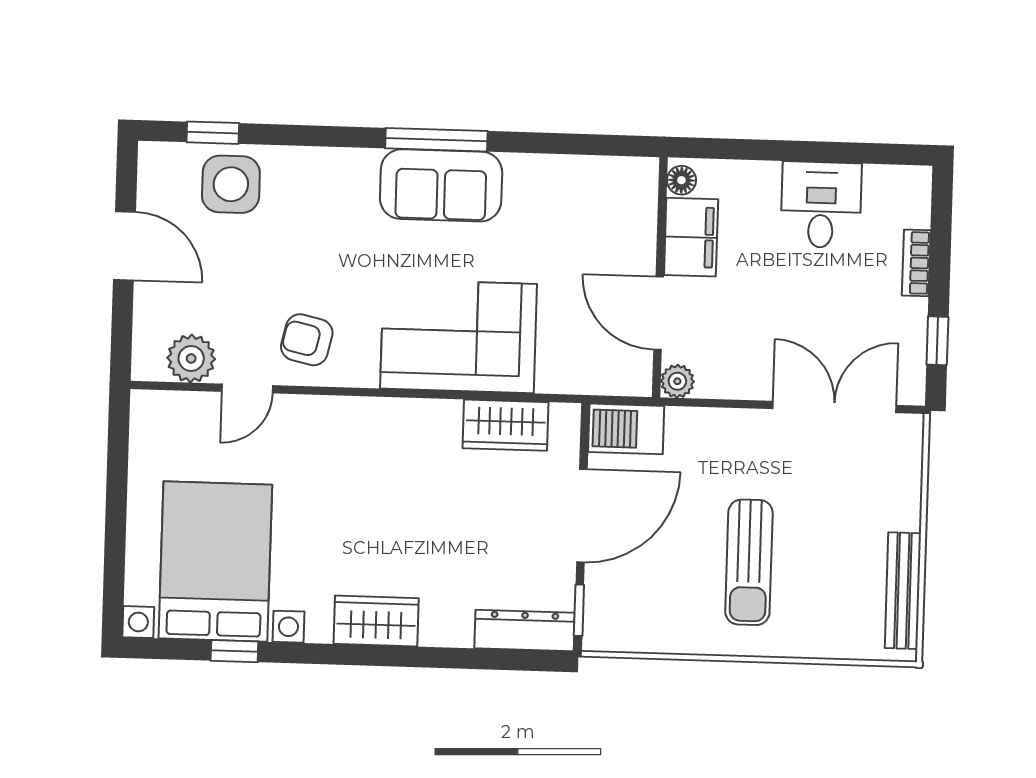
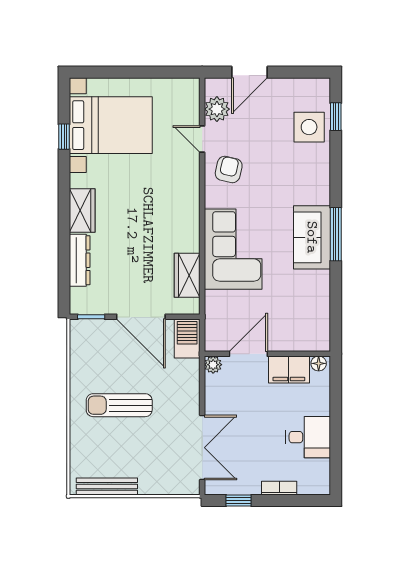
door: (124, 246) -> (250, 72), moved
dresser: (525, 630) -> (80, 260), moved

